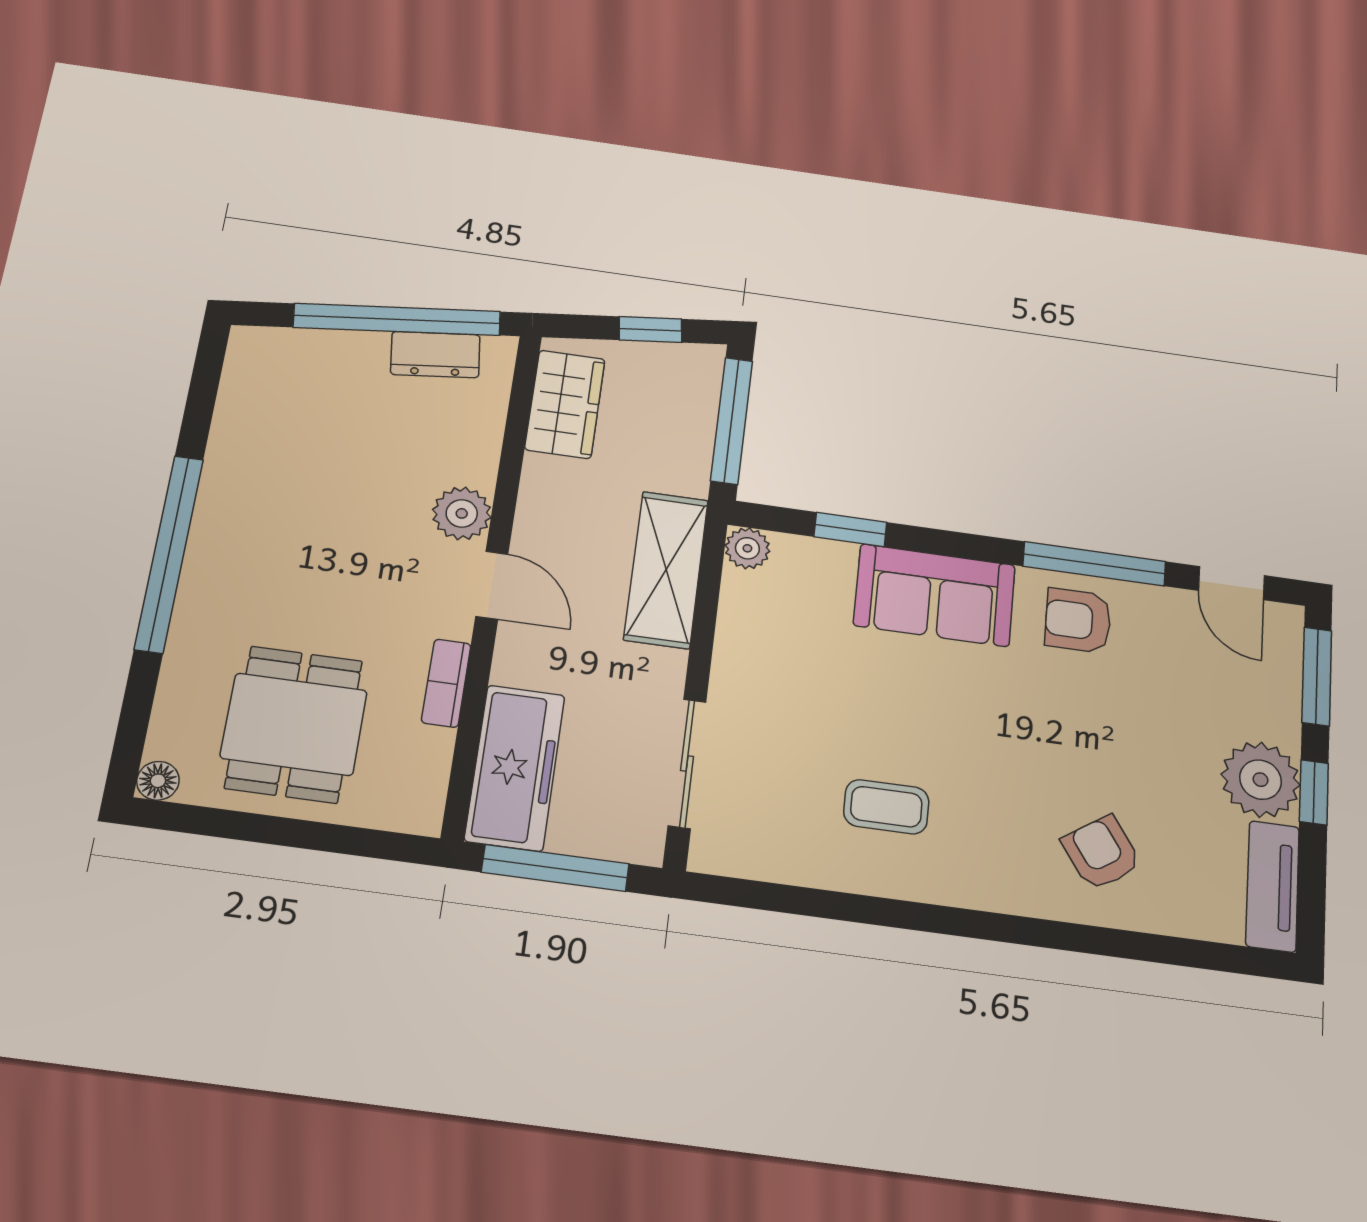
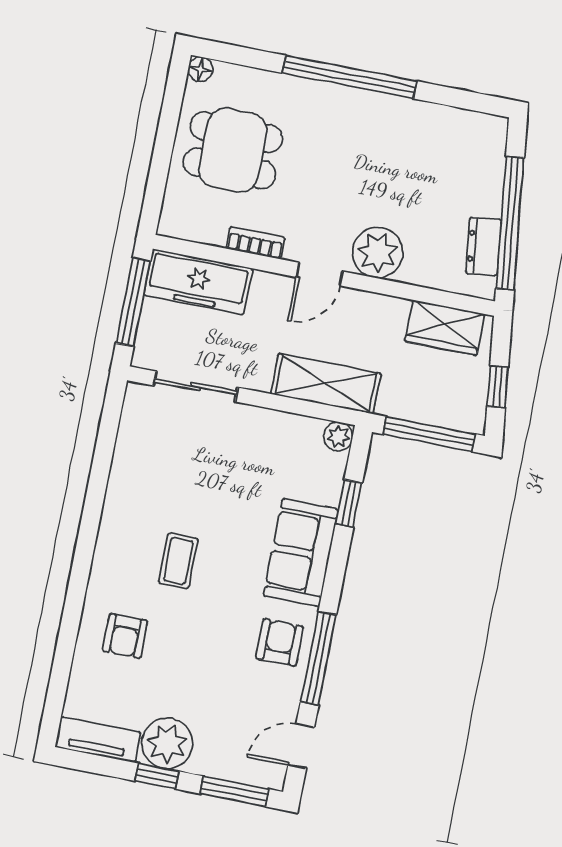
plant: (462, 513) -> (378, 253), width x1.36, depth x1.36
coffee table: (886, 807) -> (178, 561), moved
armchair: (1101, 853) -> (125, 636), turned 124

